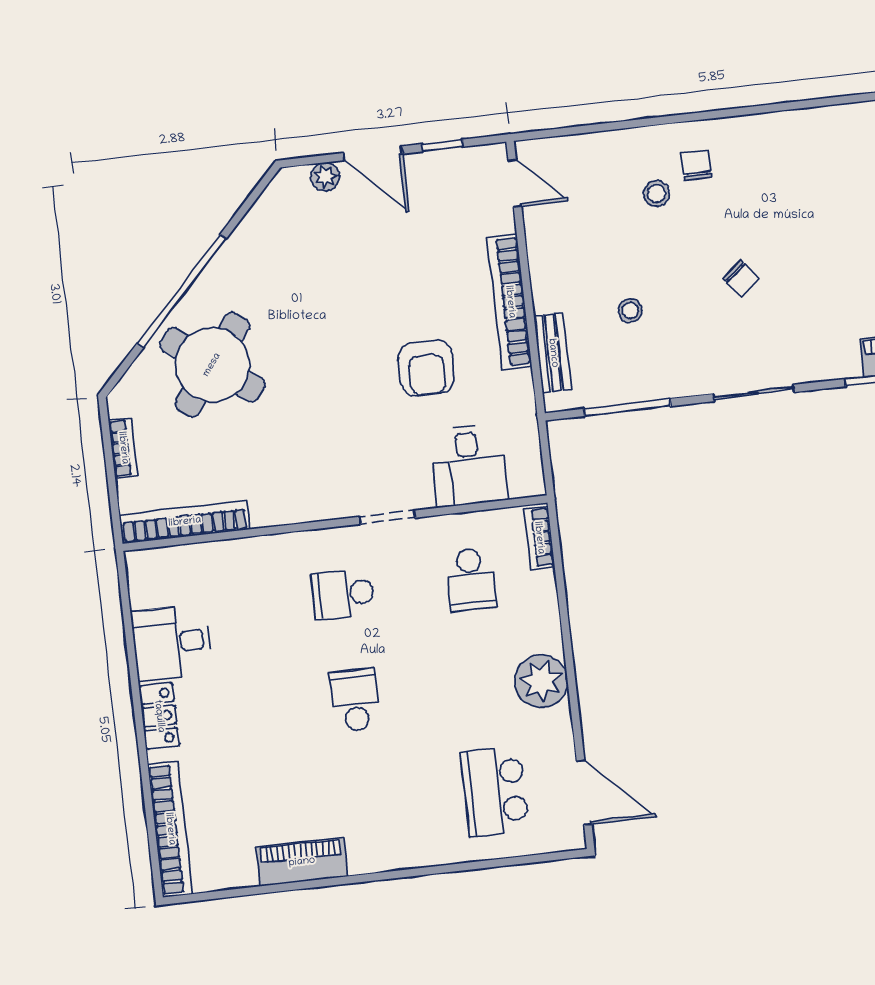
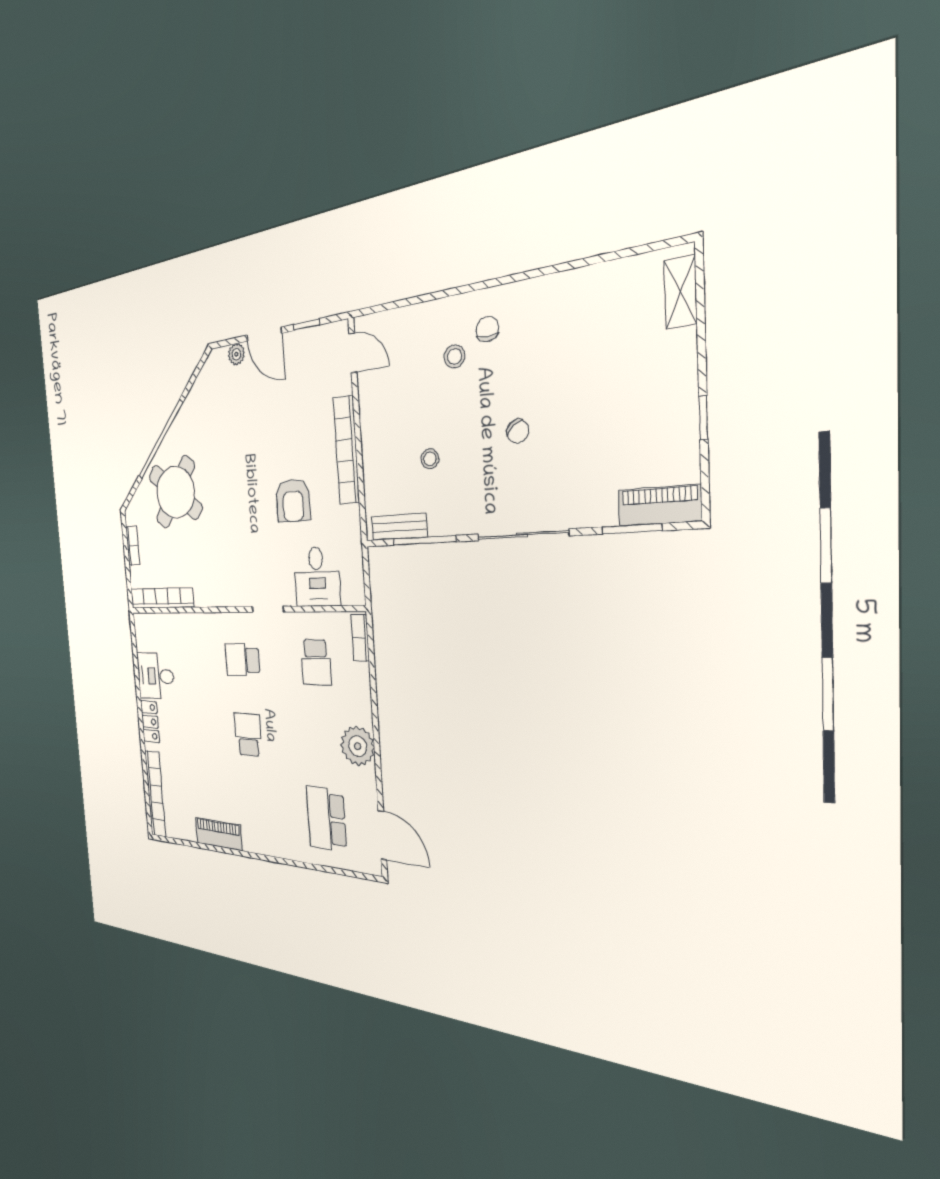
bench: (553, 353) -> (399, 527), moved, turned 90
sliding door: (754, 393) -> (522, 535), width x1.37

